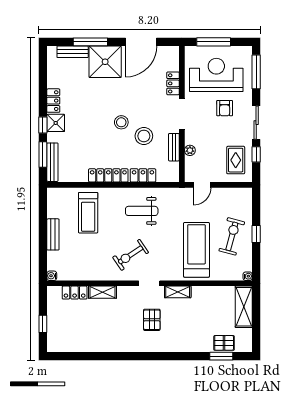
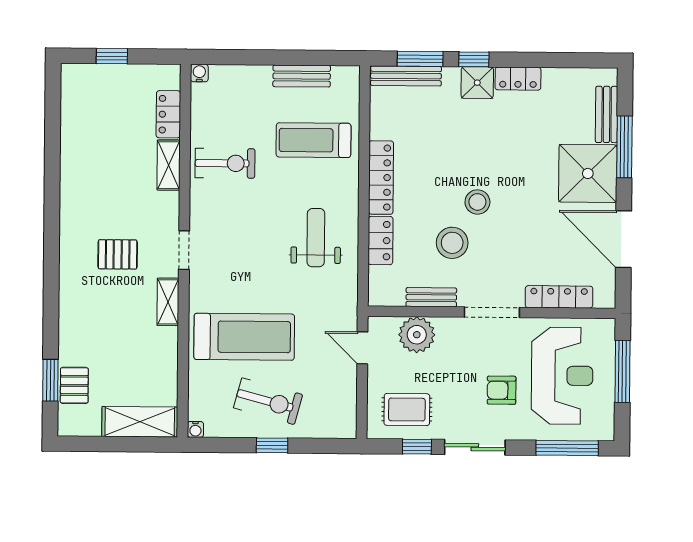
locker: (173, 83) -> (559, 297), width x1.53
plant: (190, 150) -> (417, 335), width x1.87, depth x1.87
bench: (53, 234) -> (302, 76), moved
exercise bike: (131, 255) -> (225, 163), moved, turned 124

